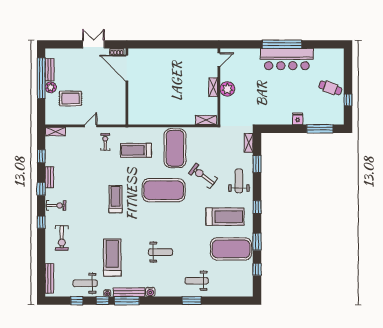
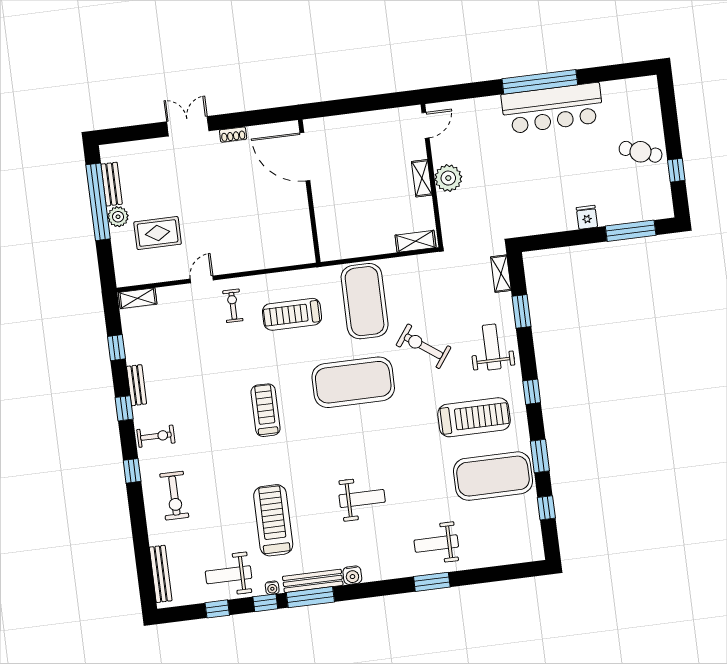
door: (127, 68) -> (305, 157), moved
wall: (127, 87) -> (309, 191), moved

